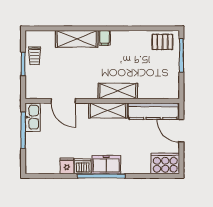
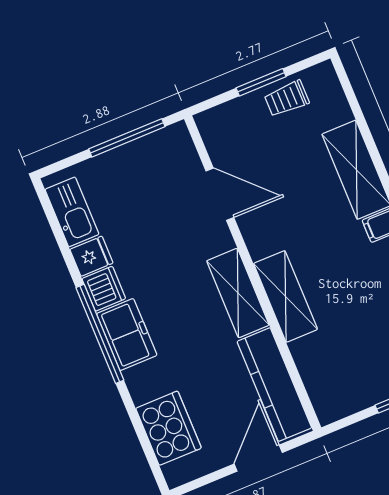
door: (63, 101) -> (220, 194), swing flipped
kitchen sink: (33, 117) -> (72, 212), moved, turned -90
cooker: (165, 163) -> (168, 428), moved

